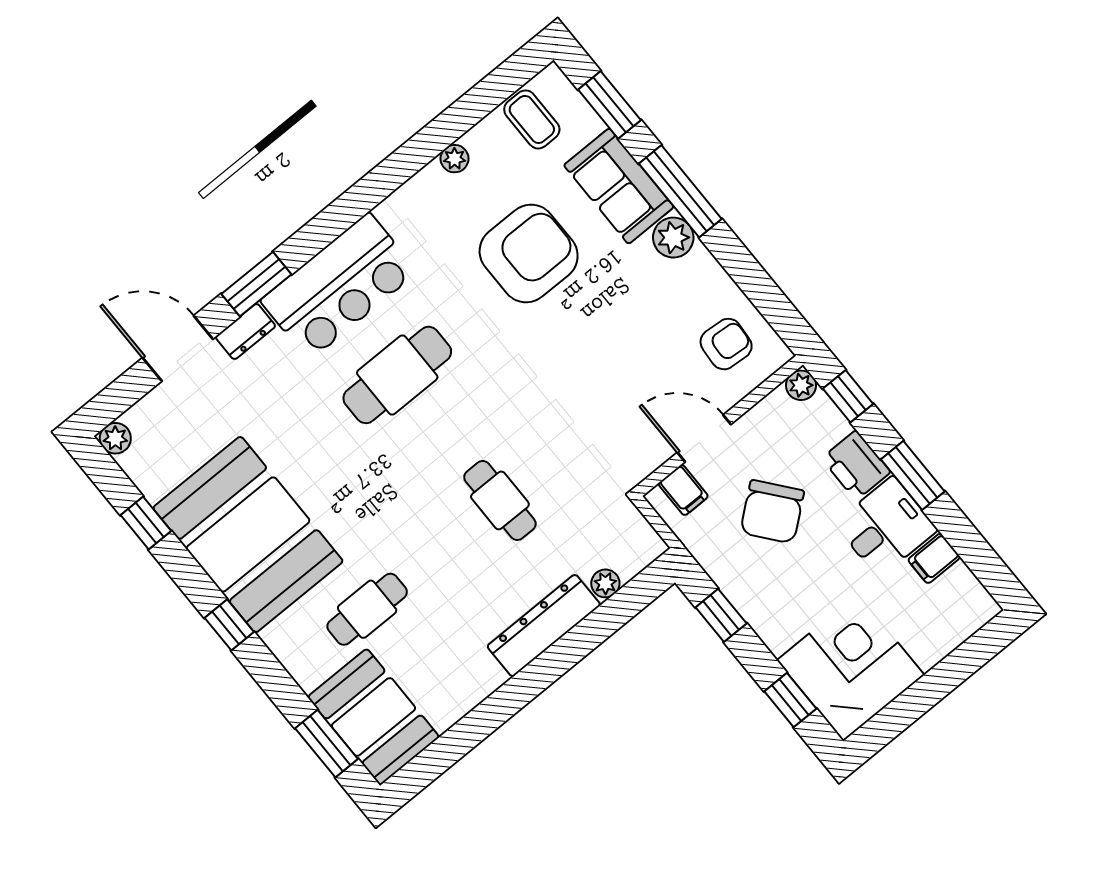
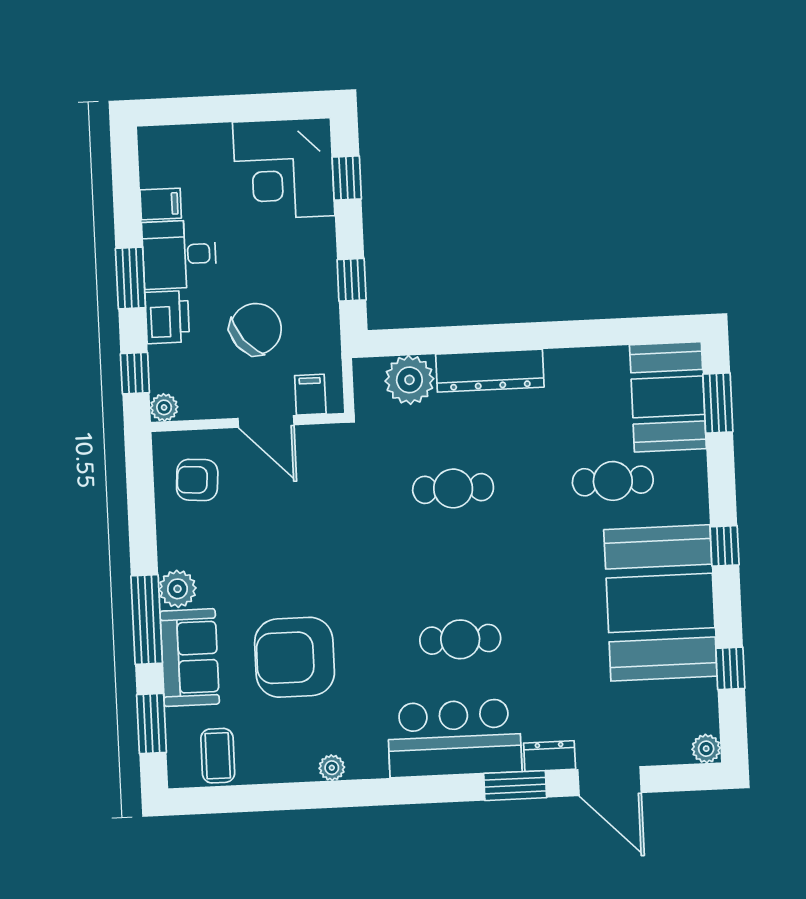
plant: (455, 159) -> (332, 768), moved
cafe table: (397, 375) -> (460, 639), width x0.73, depth x0.74
cafe table: (500, 500) -> (453, 488), turned 90
plant: (605, 583) -> (409, 380), width x1.88, depth x1.88

